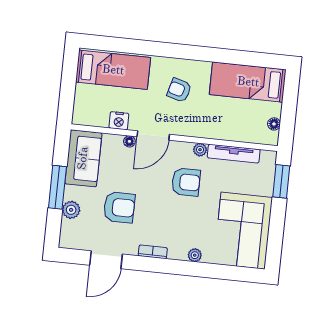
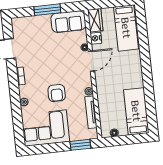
armchair: (179, 90) -> (122, 71), removed
wardrobe: (90, 116) -> (95, 20), added
door: (153, 135) -> (91, 61), swing flipped
armchair: (186, 182) -> (57, 93), moved
armchair: (119, 207) -> (43, 50), removed
plant: (71, 210) -> (35, 21), removed

